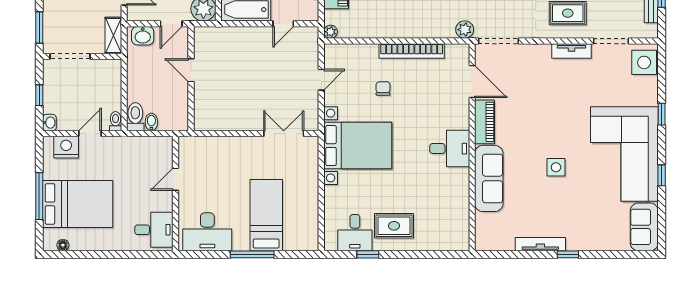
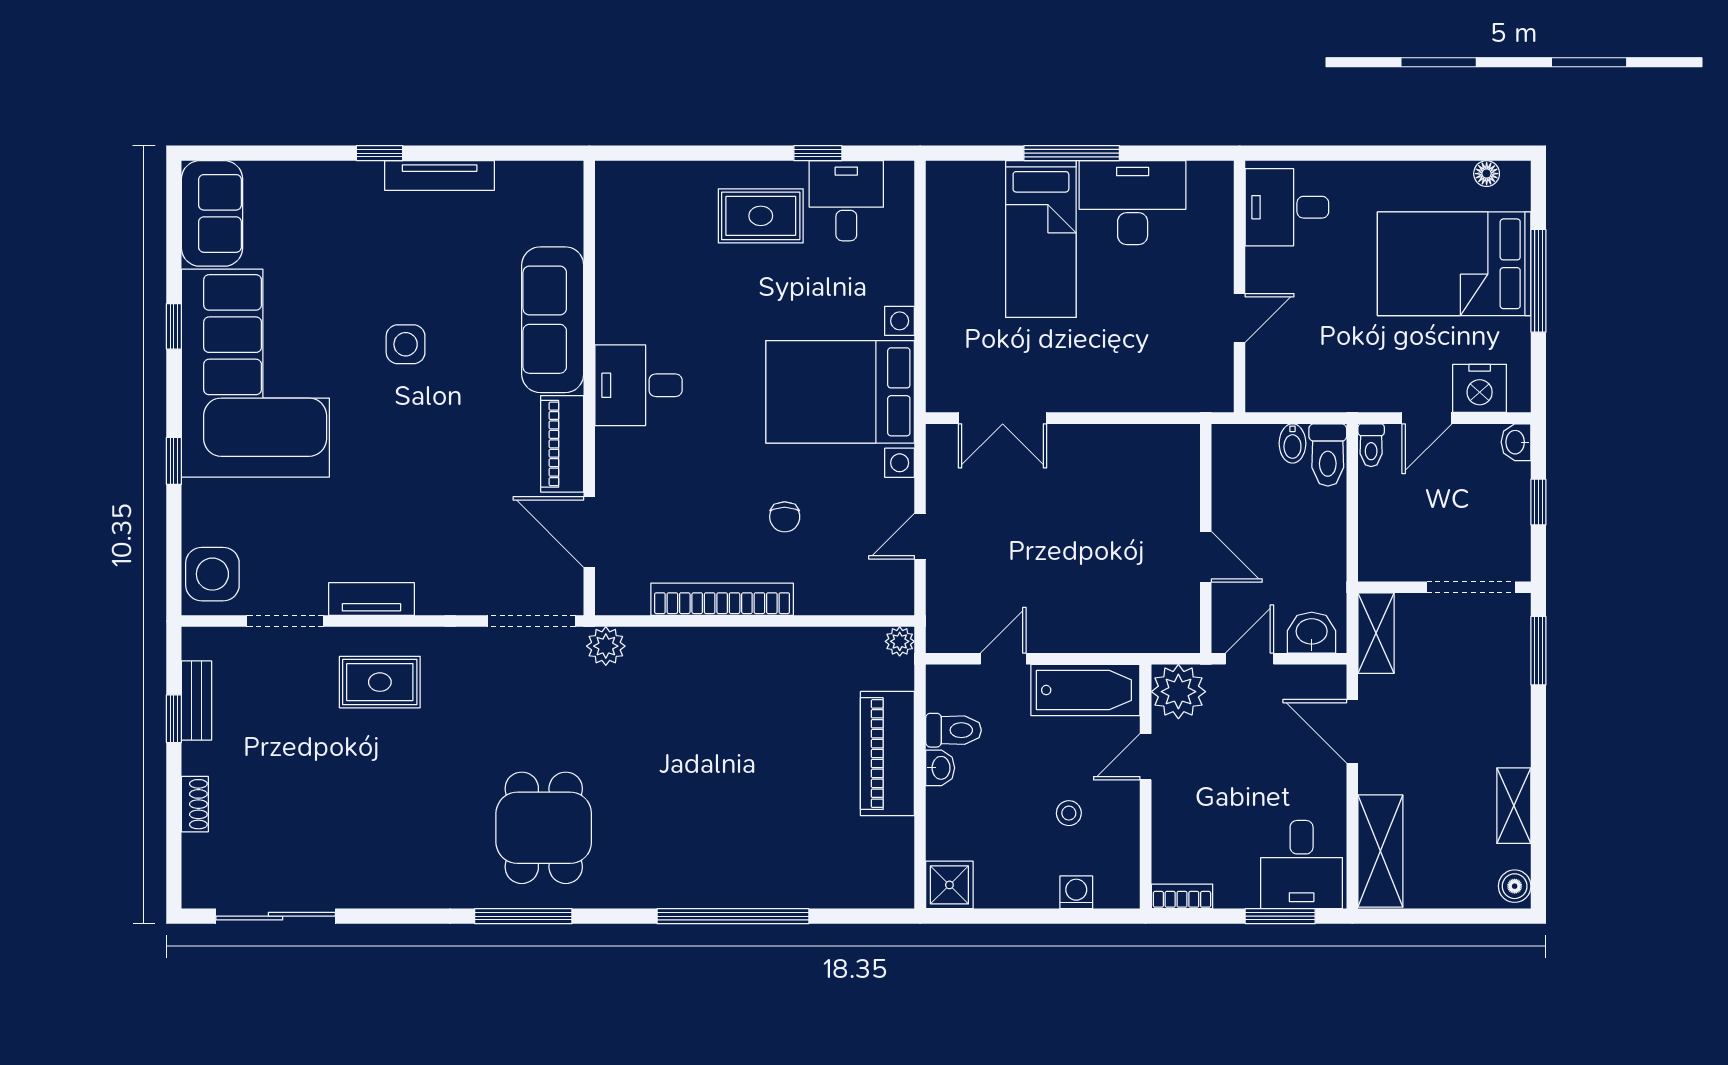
desk: (207, 232) -> (1133, 203), moved

